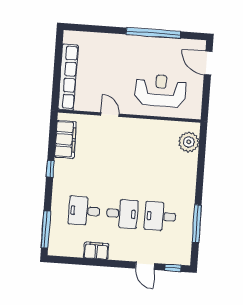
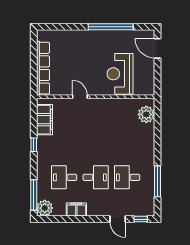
reception desk: (161, 91) -> (120, 74), turned -90
plant: (58, 246) -> (45, 208), added

